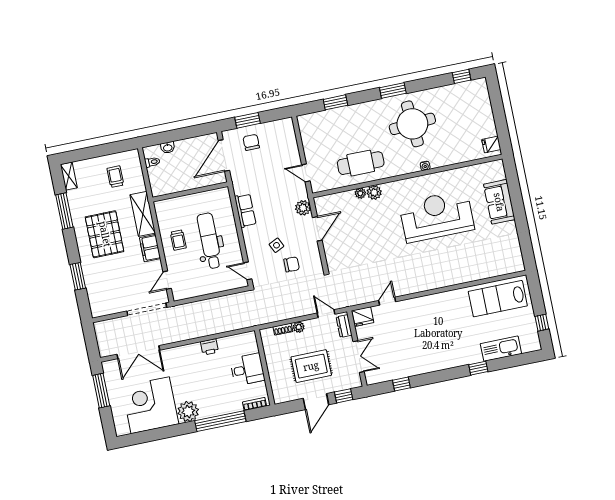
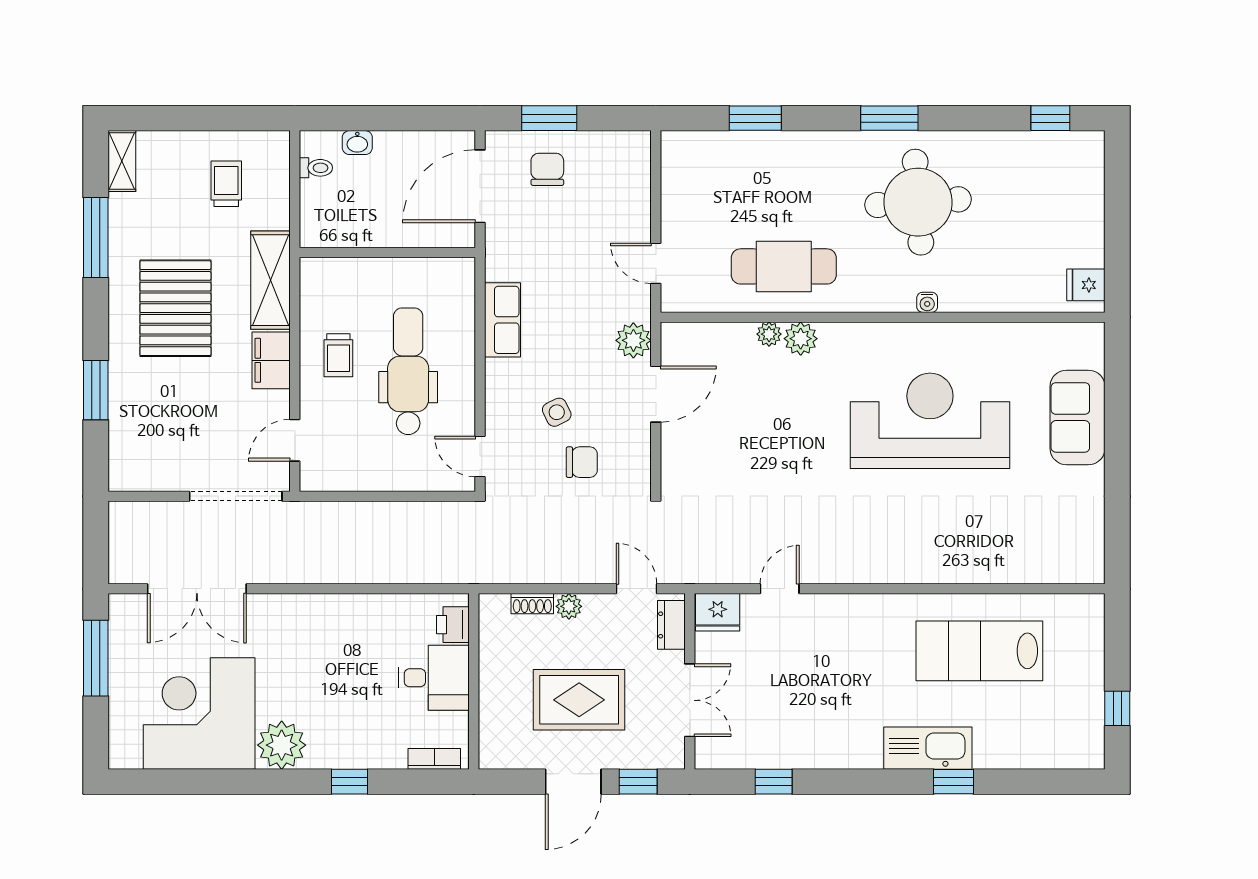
lab bench: (498, 299) -> (979, 651), moved
printer: (209, 347) -> (453, 625), moved, turned 90
kitchen sink: (501, 349) -> (928, 748), moved
window: (220, 421) -> (350, 782), width x0.32

